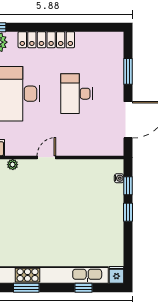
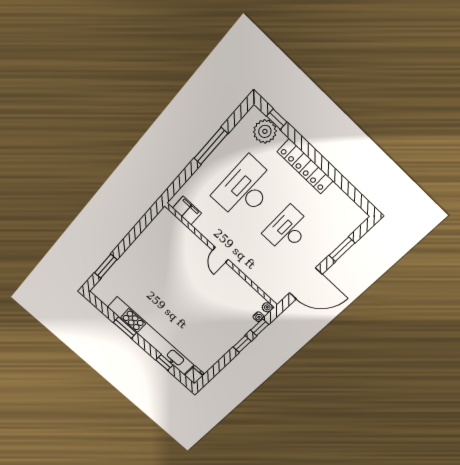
door: (46, 157) -> (220, 255), swing flipped
plant: (13, 165) -> (267, 307), moved

